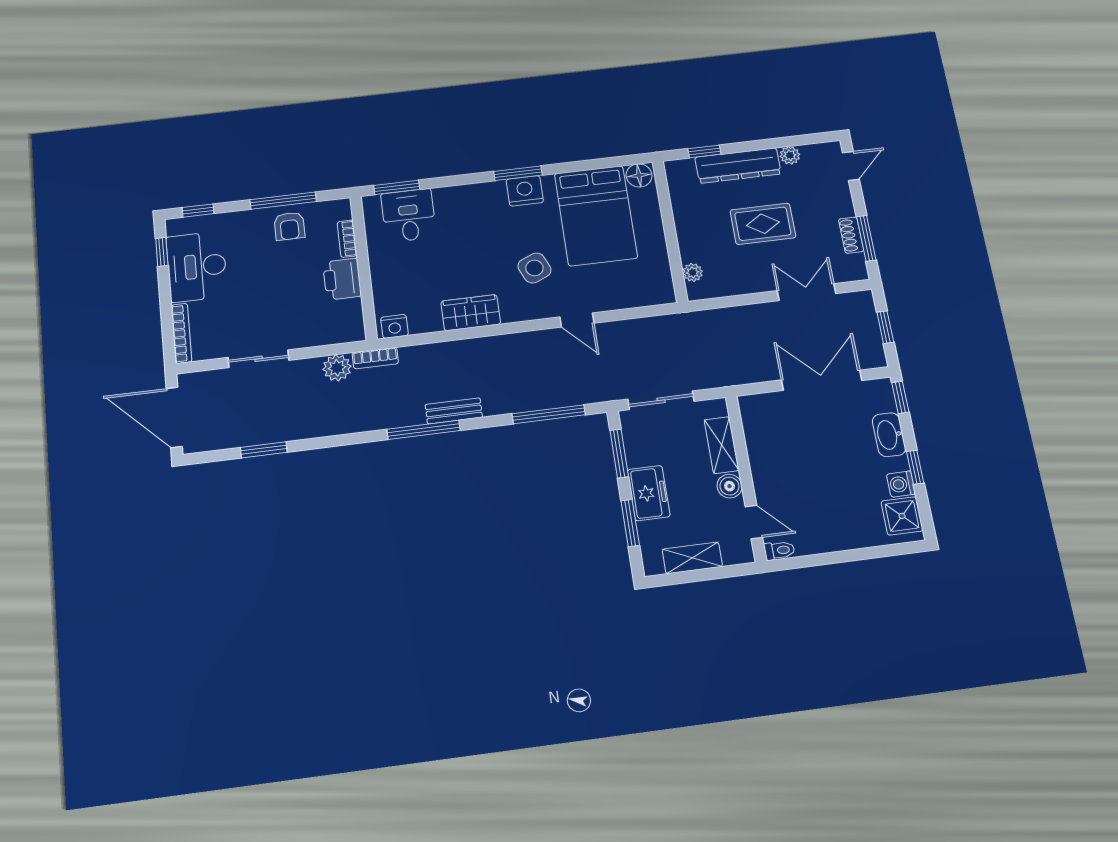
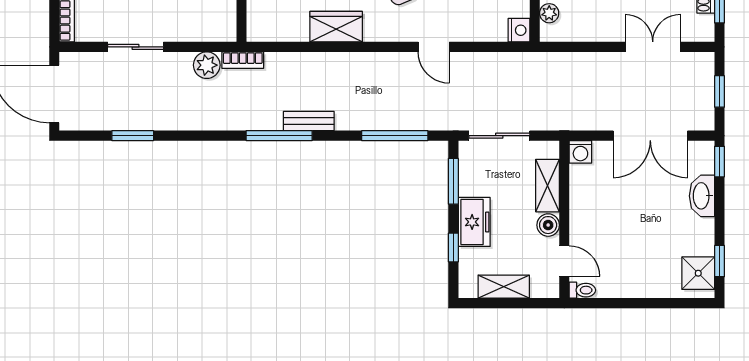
nightstand: (394, 326) -> (519, 30), moved, turned -90
double door: (822, 380) -> (650, 136), swing flipped
window: (915, 467) -> (719, 261), moved
washing machine: (901, 484) -> (580, 152), moved, turned -90
window: (630, 523) -> (453, 248), width x0.67

